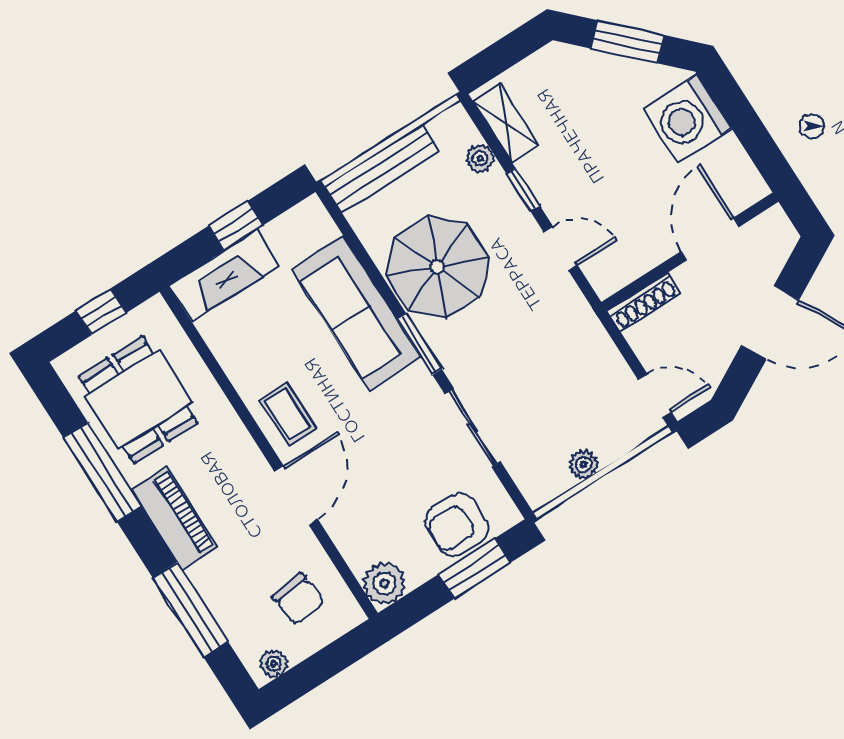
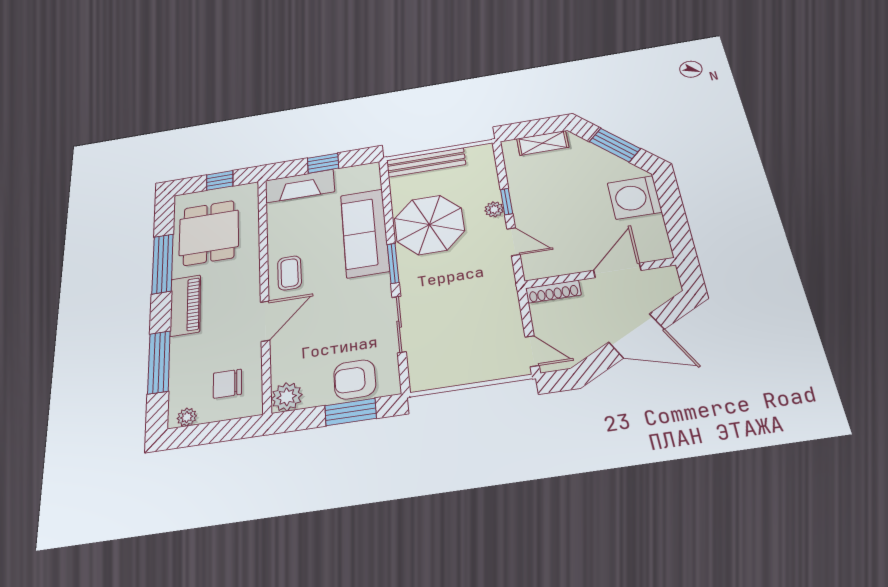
shelving: (506, 123) -> (543, 143), moved, turned 90
plant: (480, 158) -> (494, 209), moved
plant: (584, 464) -> (461, 375), removed
chair: (299, 599) -> (227, 384), turned 96

